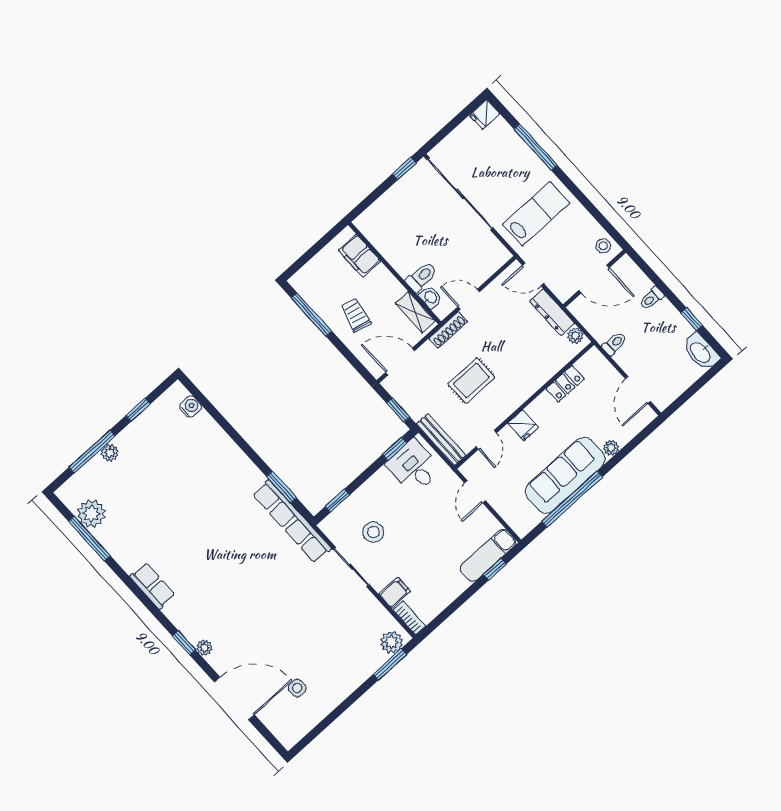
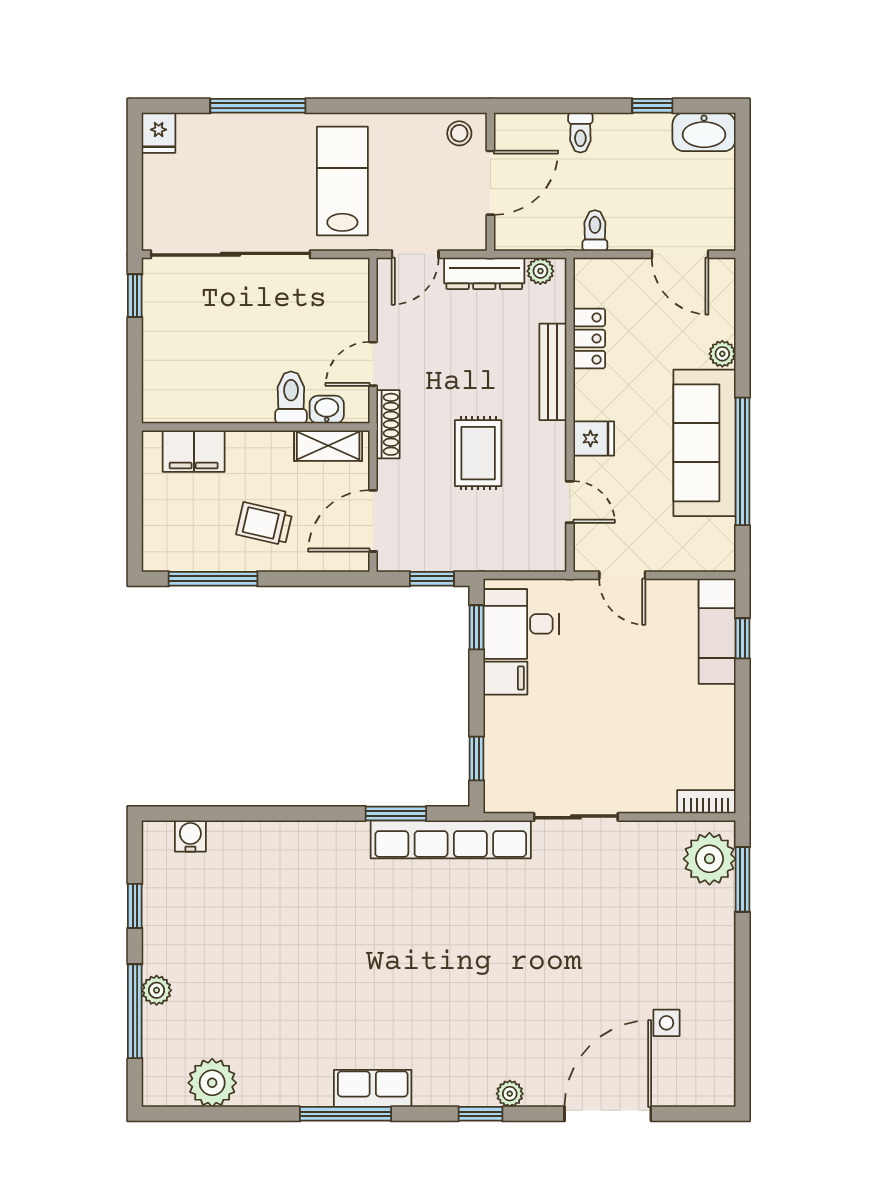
bench: (441, 440) -> (553, 372), moved, turned 90
stool: (373, 532) -> (557, 749), removed
window: (89, 539) -> (346, 1114), moved
filing cabinet: (395, 593) -> (505, 678), moved, turned 90
plant: (392, 642) -> (709, 859), width x1.36, depth x1.36

